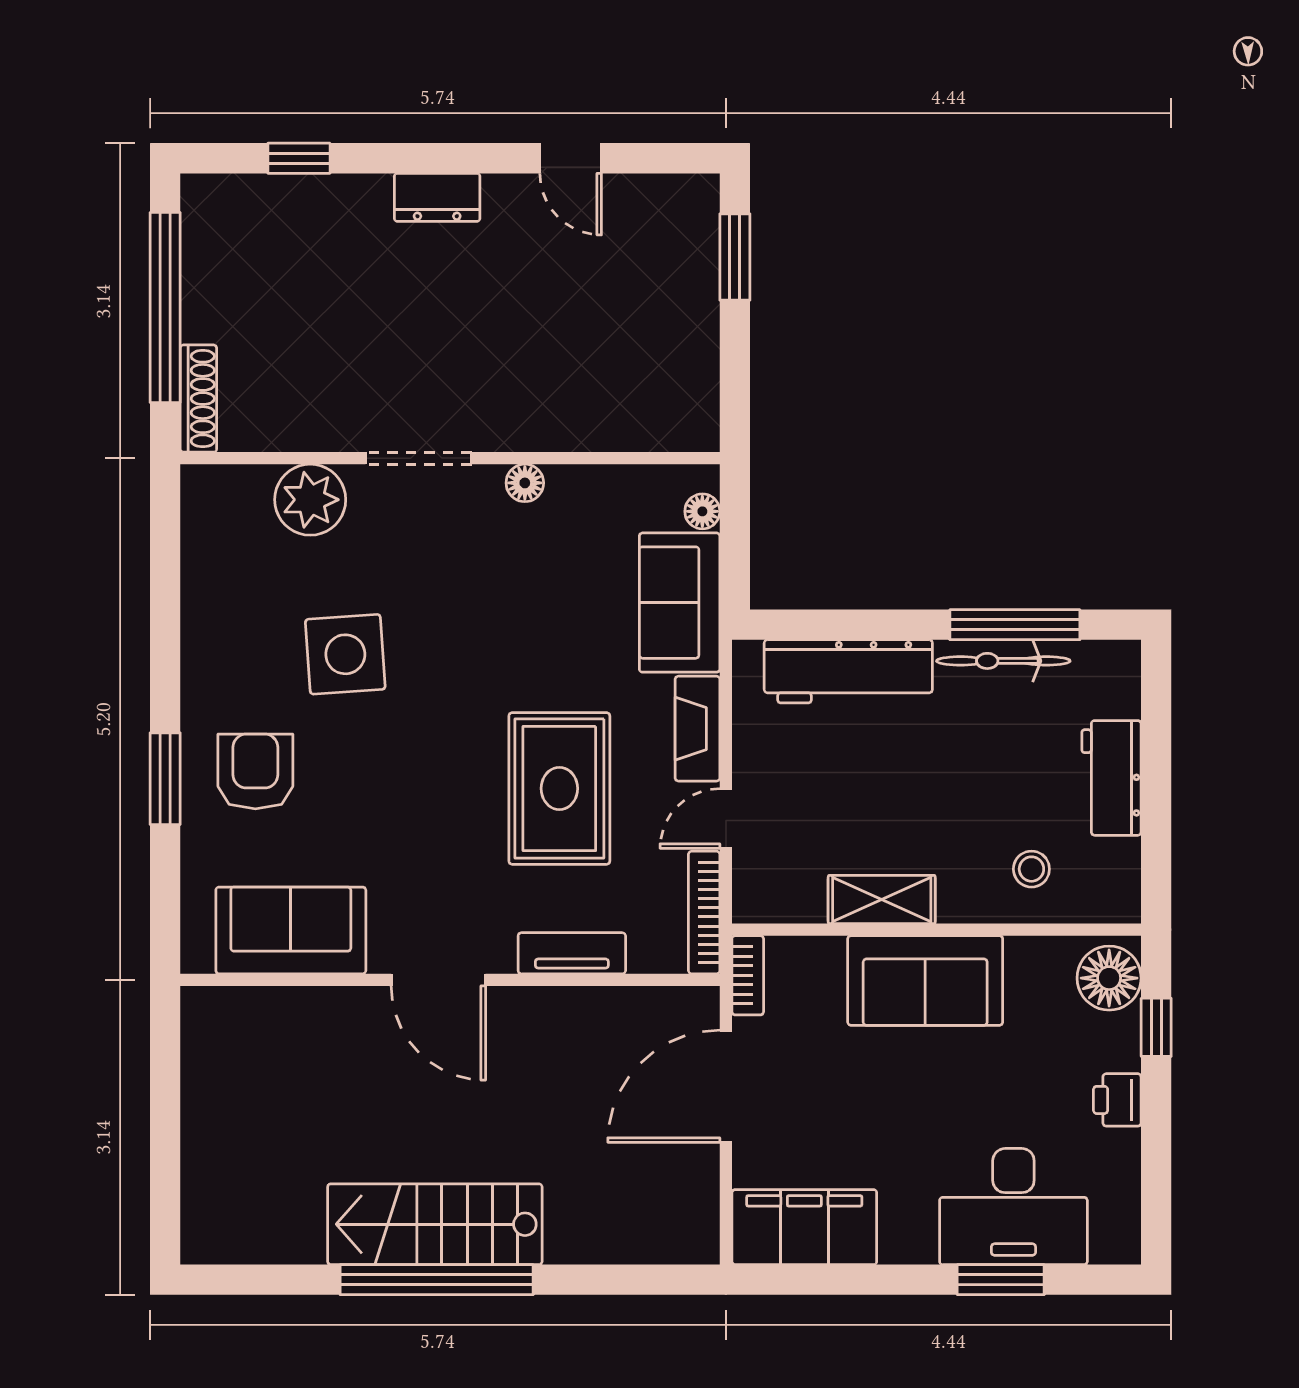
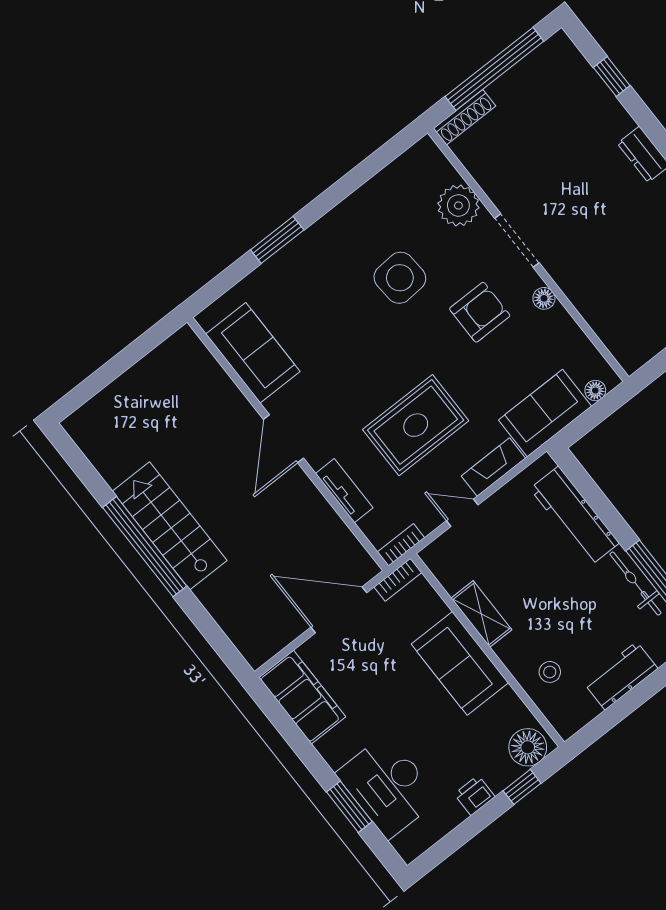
armchair: (255, 772) -> (480, 312), moved
bookcase: (704, 912) -> (401, 545), width x0.64

